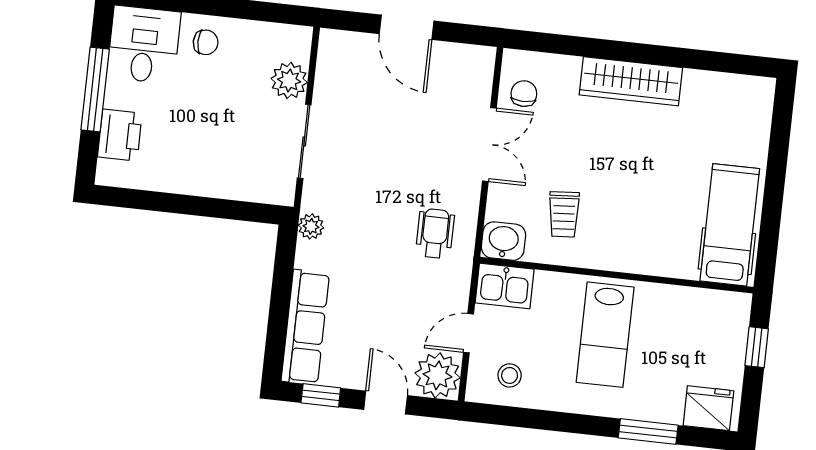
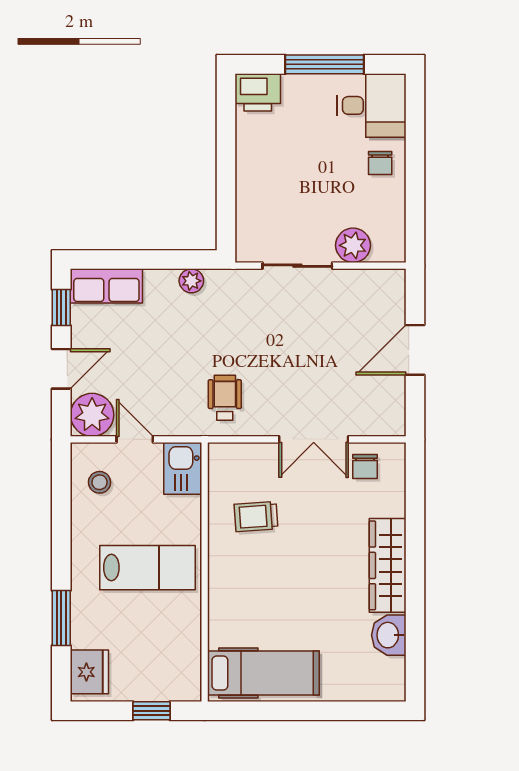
chair: (524, 94) -> (365, 467), turned 90
printer: (120, 135) -> (258, 92), moved
plant: (311, 226) -> (191, 281), moved
wheelchair: (435, 233) -> (225, 398), turned -90
washbasin: (503, 241) -> (389, 635), moved, turned 180
row of seats: (305, 327) -> (106, 286), width x0.68
lab bench: (605, 335) -> (148, 568), turned 180

